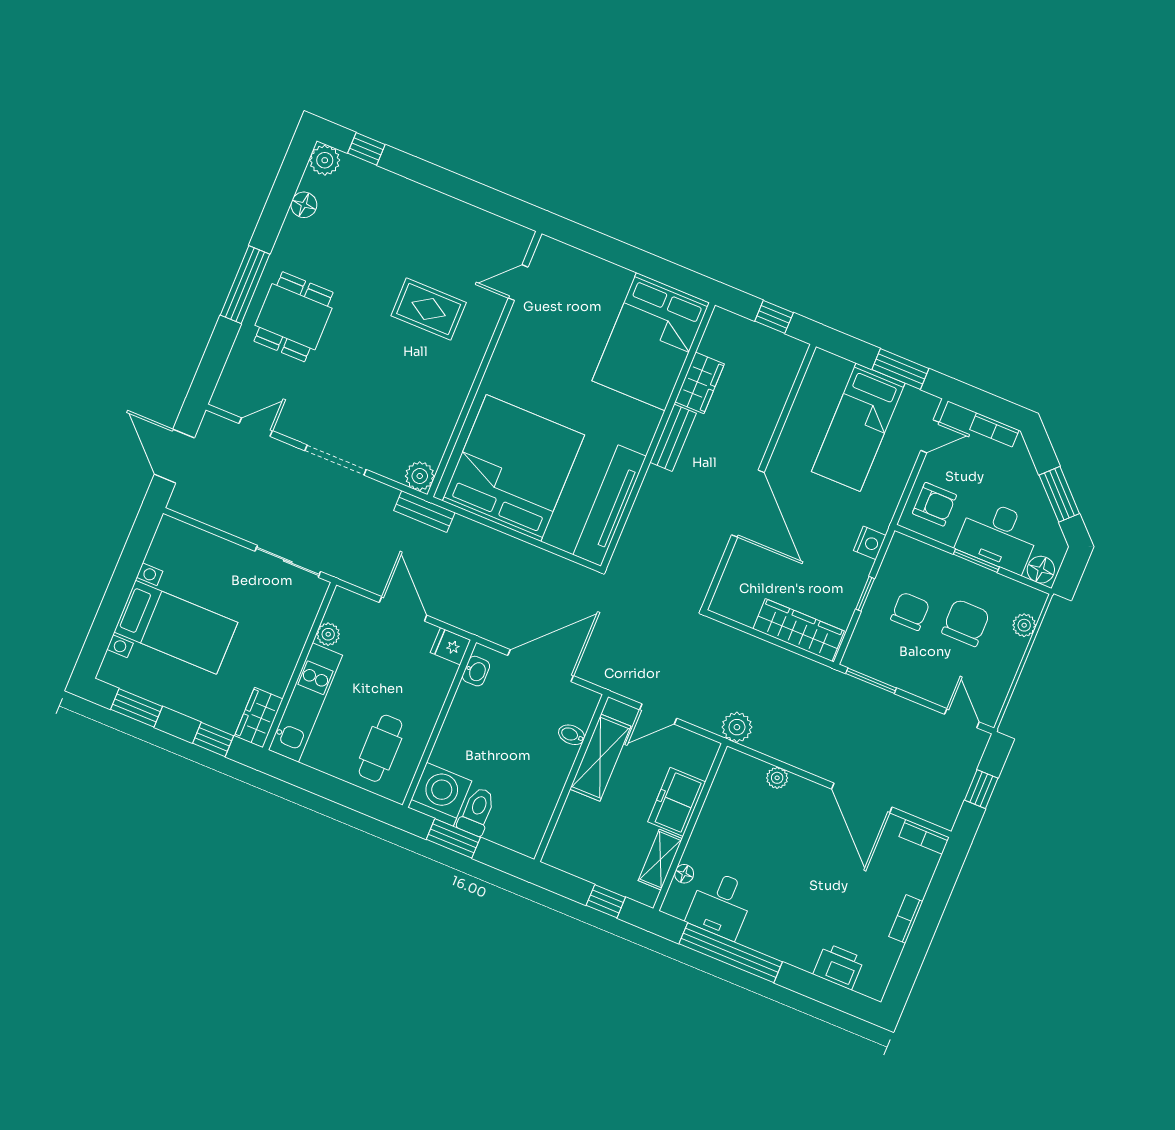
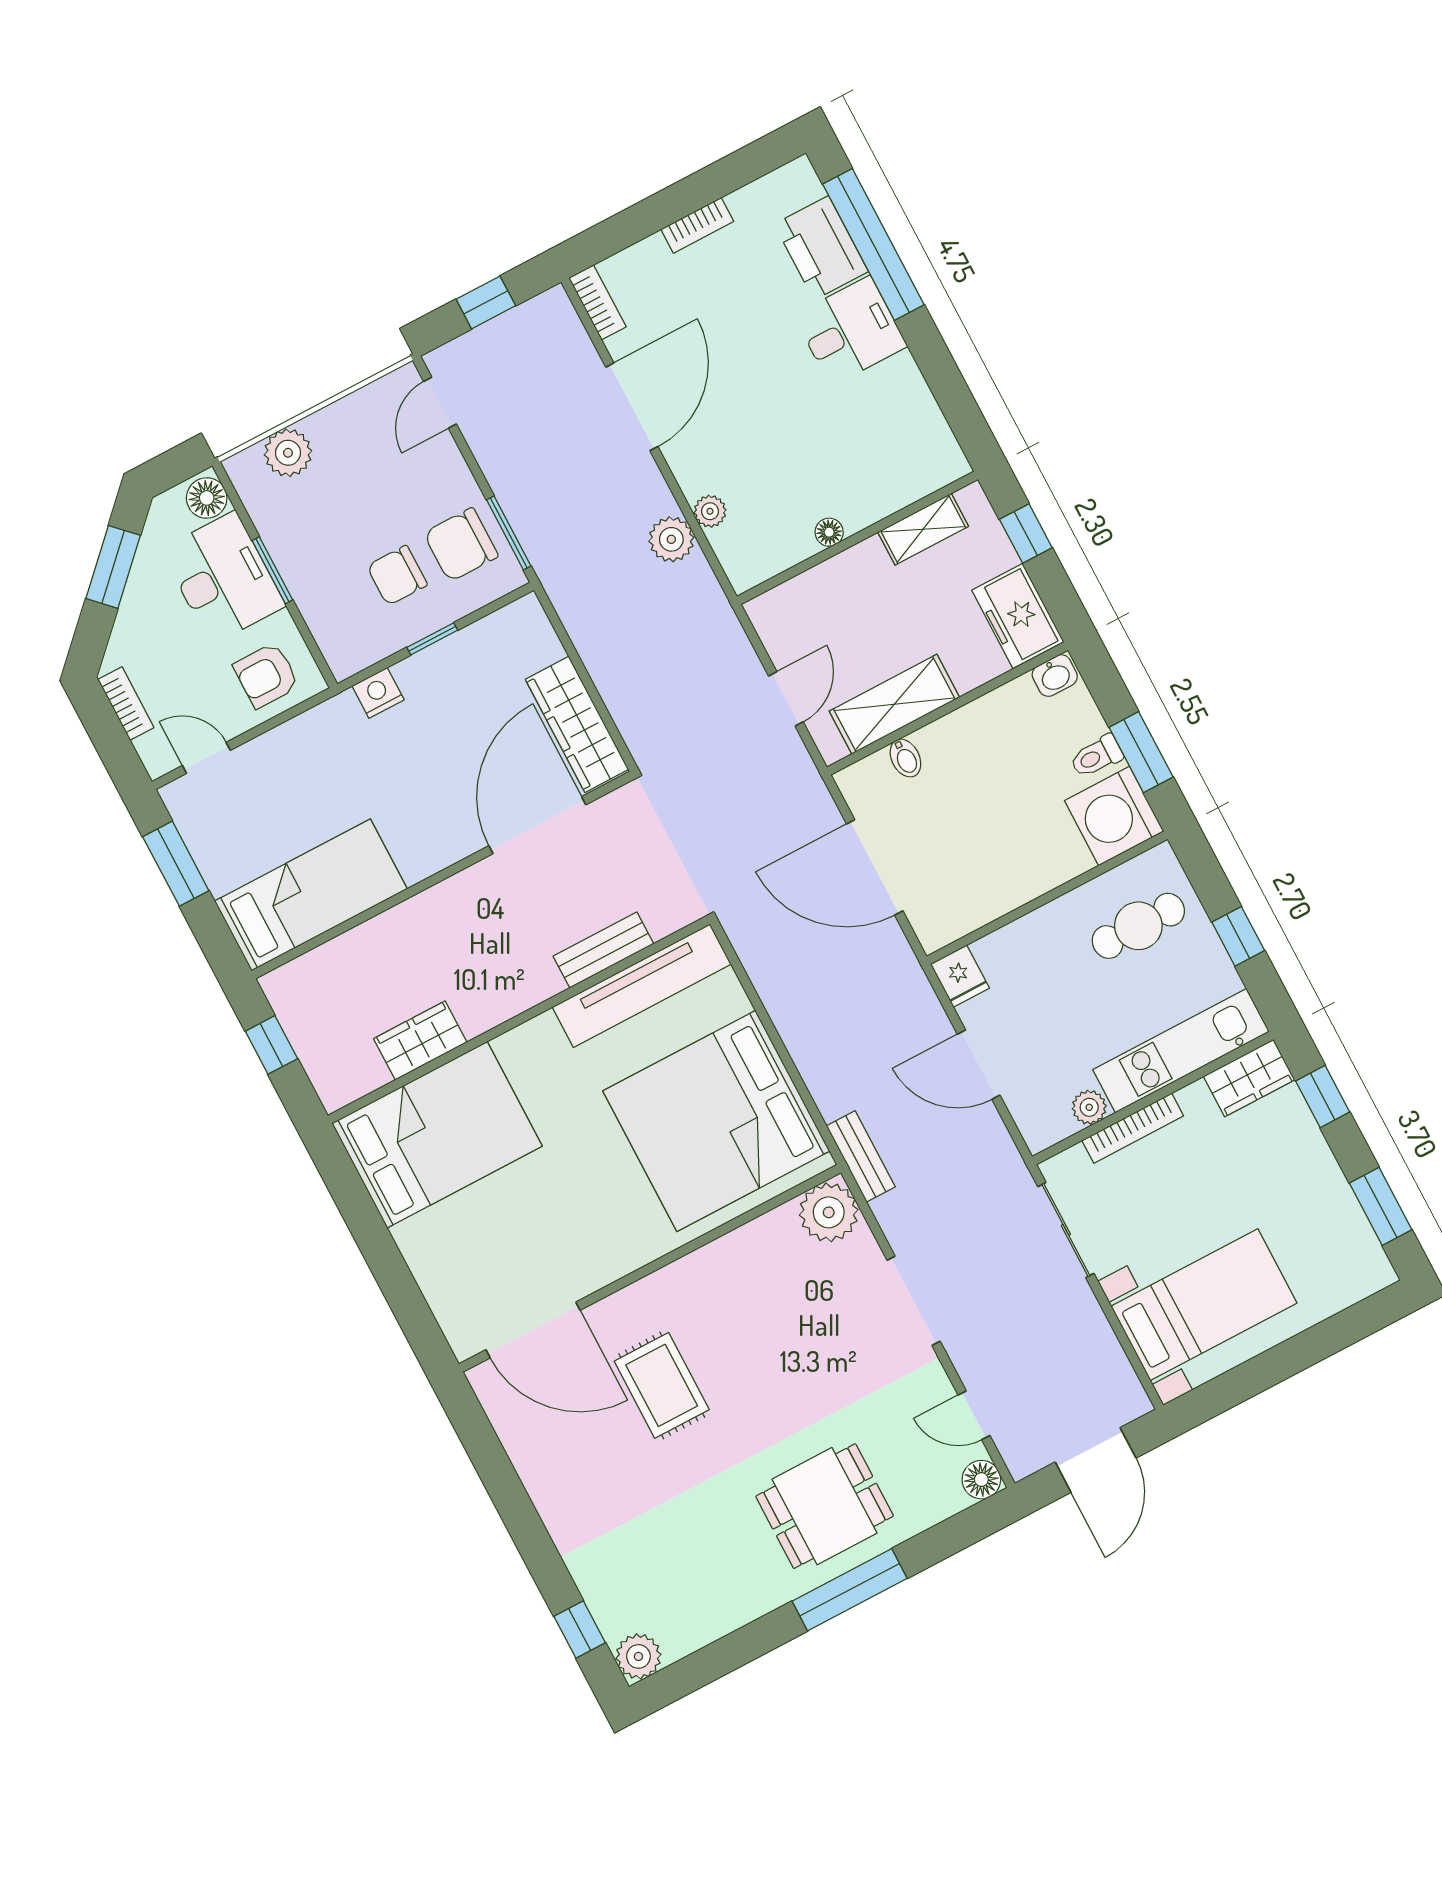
floor lamp: (304, 205) -> (981, 1480), moved
door: (518, 283) -> (533, 1330), width x1.87
bed: (858, 427) -> (311, 895), moved
bench: (673, 438) -> (603, 950), moved
plant: (420, 476) -> (829, 1212), width x1.36, depth x1.36
door: (748, 504) -> (537, 825), moved
armchair: (934, 504) -> (266, 675), turned -90
door: (403, 609) -> (979, 1065), hinge flipped
chair: (966, 623) -> (461, 545), moved
plant: (1024, 625) -> (288, 453), width x1.38, depth x1.38
bed with nightstands: (176, 627) -> (1204, 1305), moved, turned 90
wardrobe: (799, 630) -> (577, 724), moved
bookcase: (297, 642) -> (1133, 1128), added
washbasin: (476, 671) -> (1055, 676), moved, turned 180
door: (658, 714) -> (786, 699), hinge flipped
plant: (737, 727) -> (671, 539), moved
window: (325, 786) -> (1238, 936), added
freezer: (677, 802) -> (1018, 616), moved, turned 90
toilet: (477, 811) -> (1096, 756), width x0.73, depth x0.72
floor lamp: (684, 874) -> (829, 532), moved
desk: (720, 905) -> (850, 331), moved
window: (731, 953) -> (873, 244), moved
printer: (839, 966) -> (821, 248), width x1.37, depth x1.19

